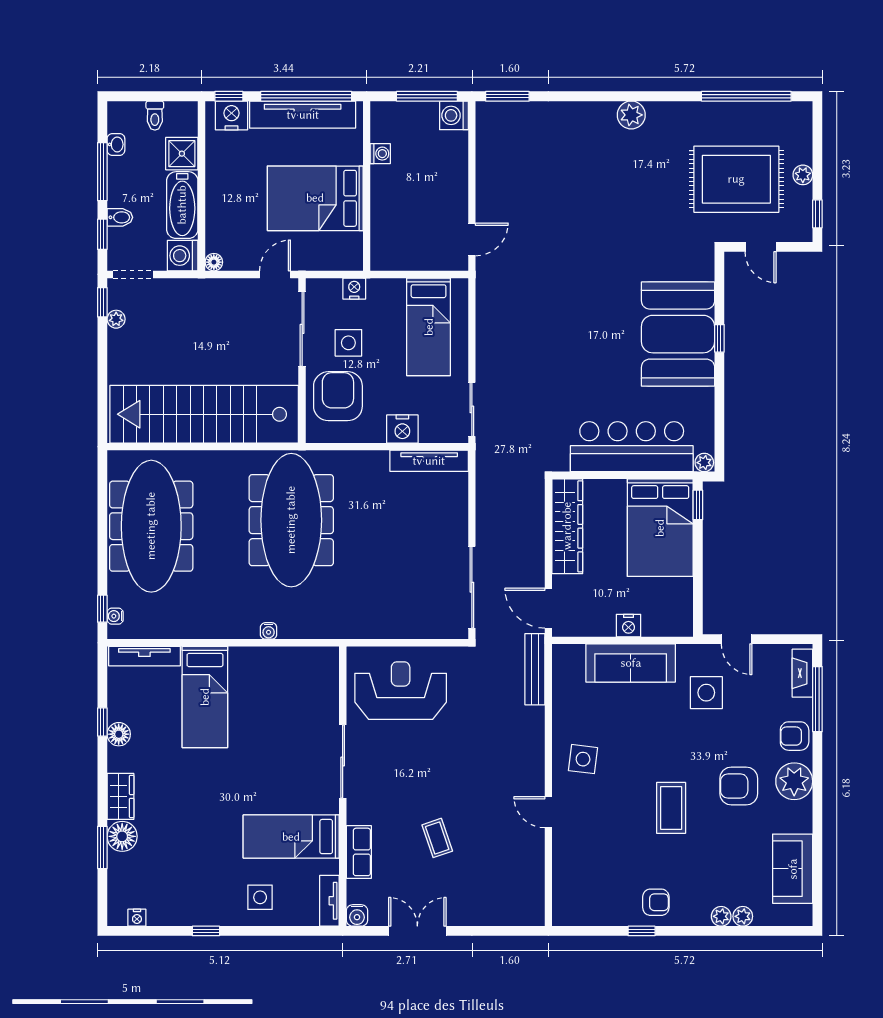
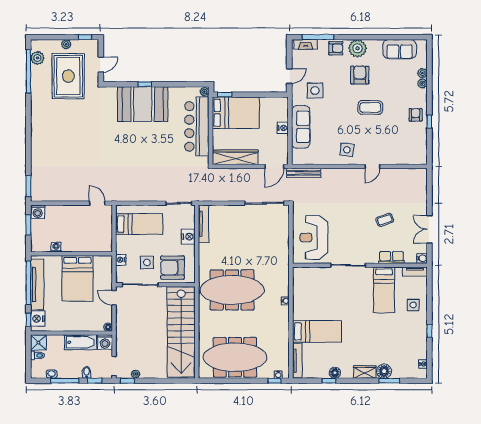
window: (427, 96) -> (28, 225), width x0.69
plant: (631, 115) -> (37, 58), moved
shower: (182, 154) -> (38, 343), moved
armchair: (795, 736) -> (336, 48), turned -90
armchair: (739, 786) -> (360, 75), turned 180

